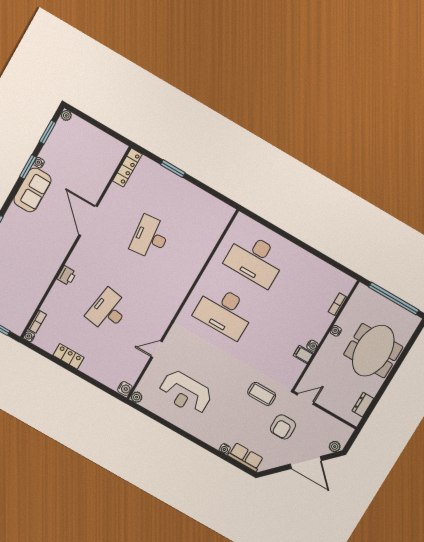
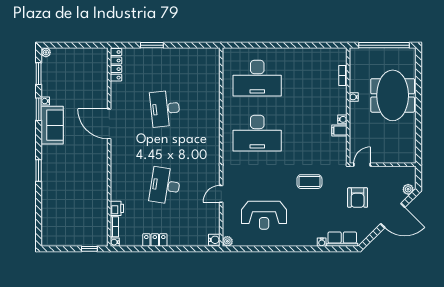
printer: (67, 276) -> (117, 208), moved
coffee table: (262, 394) -> (309, 182), moved
dresser: (363, 405) -> (410, 143), removed

